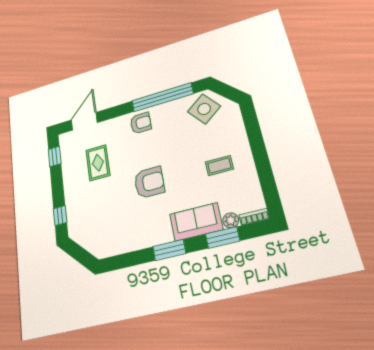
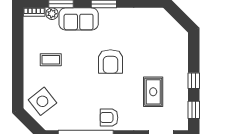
side table: (204, 109) -> (42, 101), moved
armchair: (149, 182) -> (110, 61), turned -90
window: (60, 216) -> (194, 81), moved

